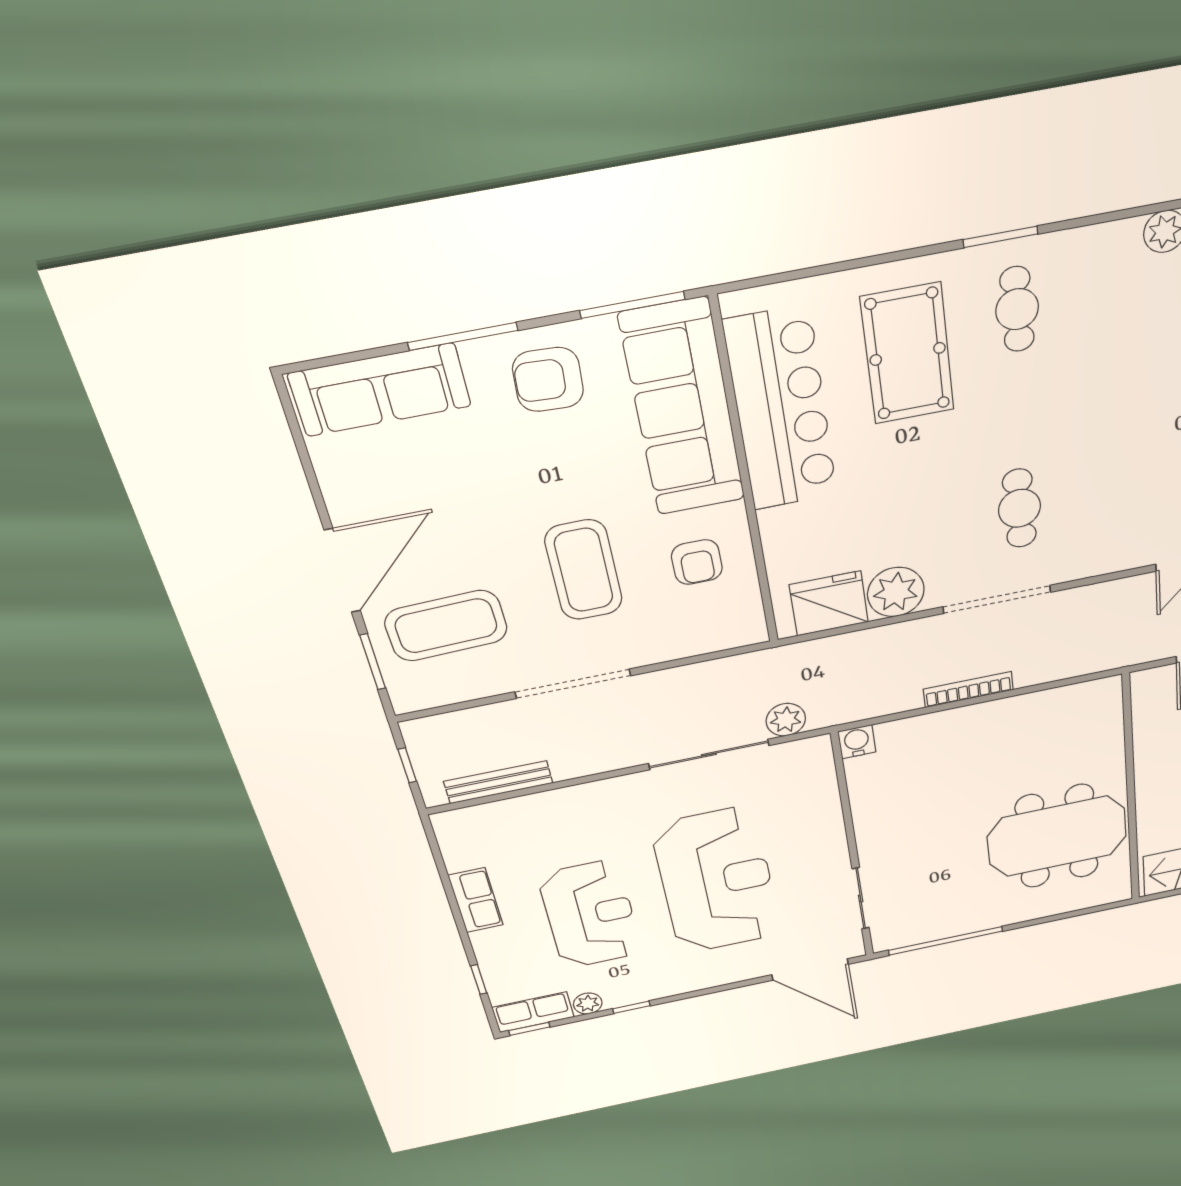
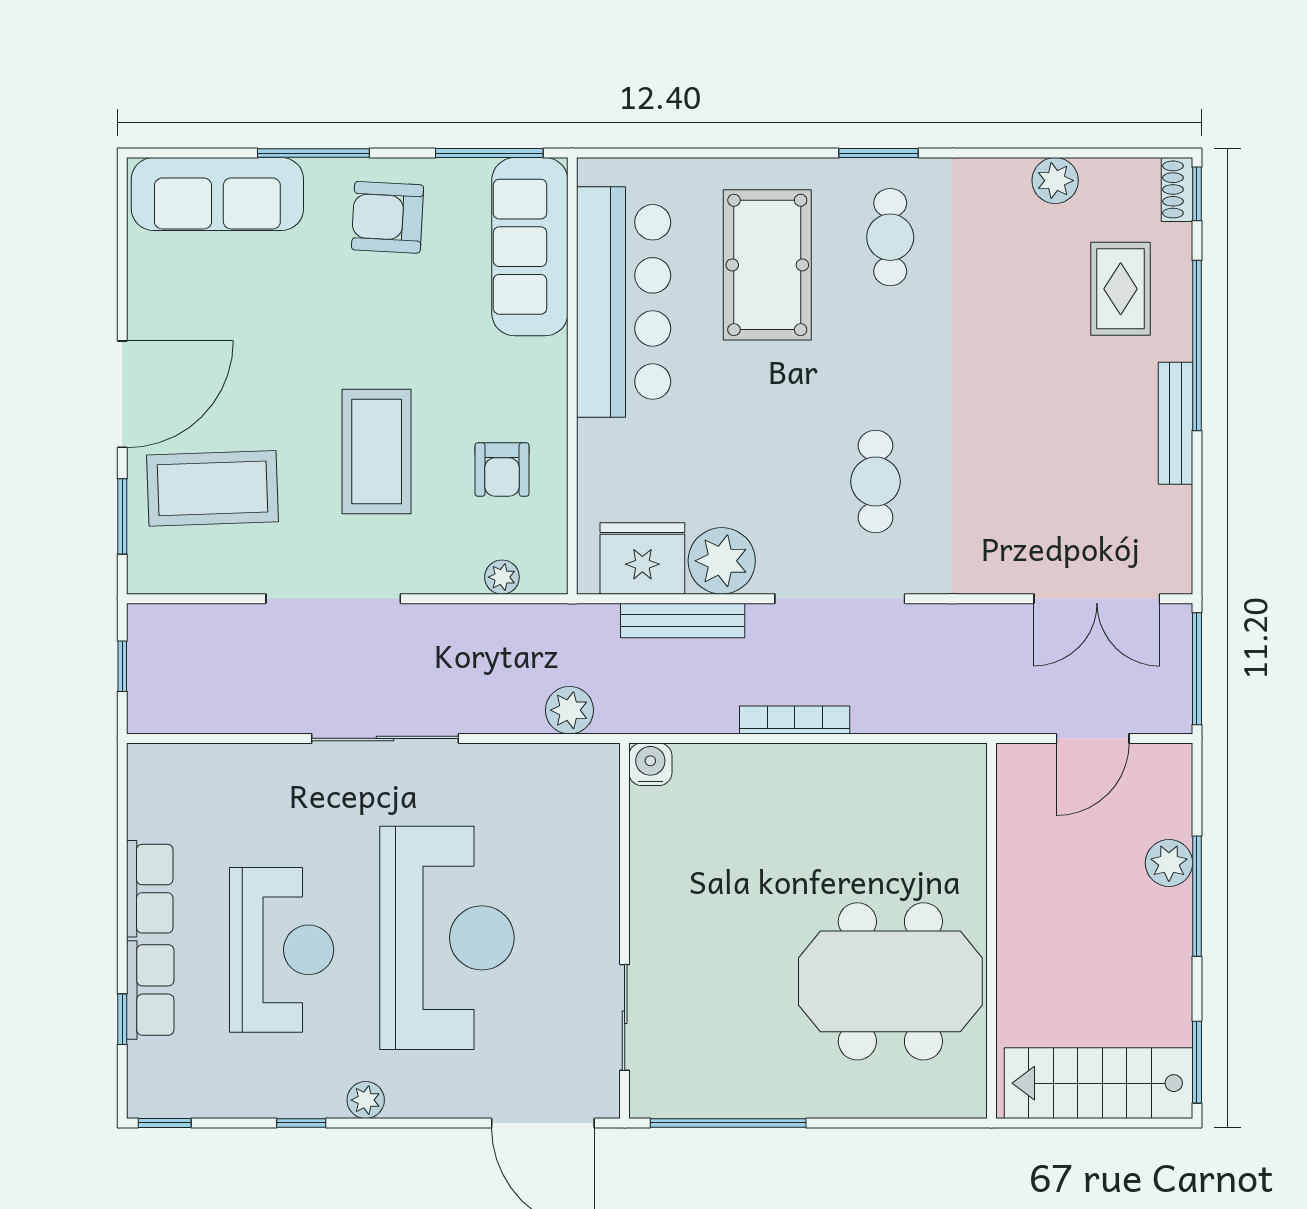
sofa: (683, 409) -> (530, 247), width x0.74, depth x0.79
plant: (713, 640) -> (502, 577), added
sliding door: (709, 754) -> (385, 738), moved
bench: (498, 782) -> (683, 620), moved
plant: (588, 1003) -> (366, 1100), moved
row of seats: (533, 1012) -> (150, 990), moved, turned 90

